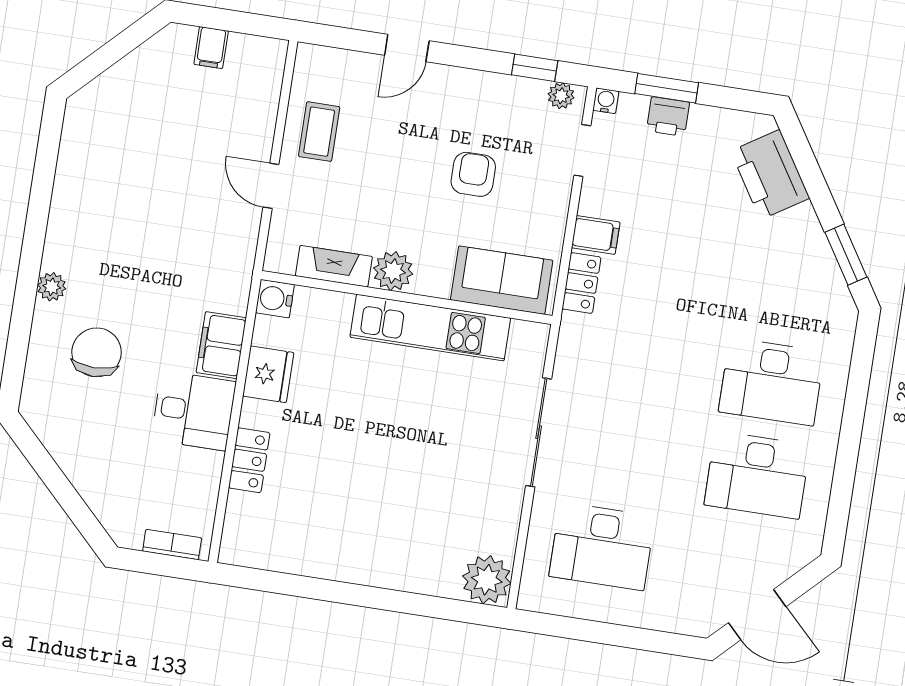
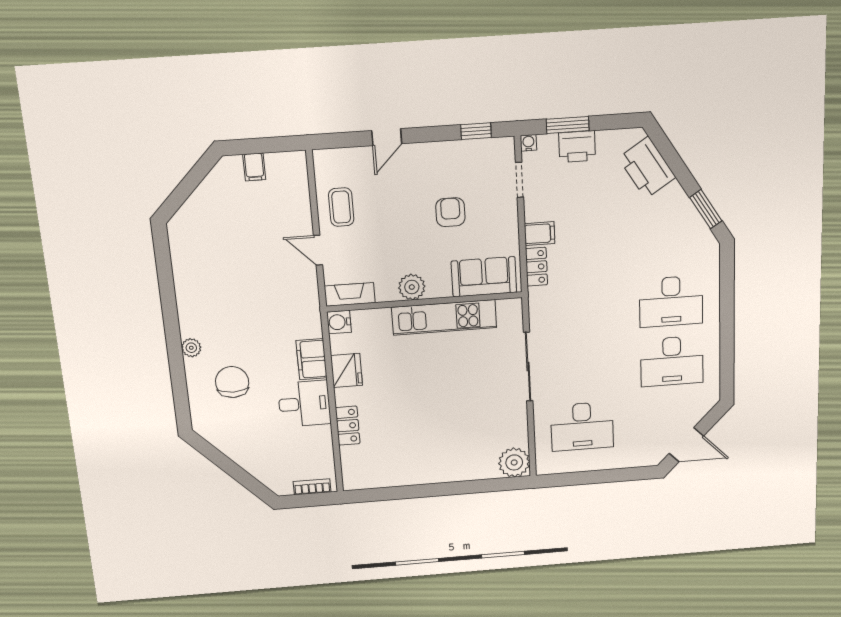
plant: (561, 96) -> (498, 146), removed
printer: (668, 117) -> (577, 147), width x1.36, depth x1.24
fireplace: (334, 266) -> (350, 294), moved

